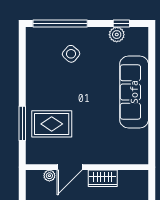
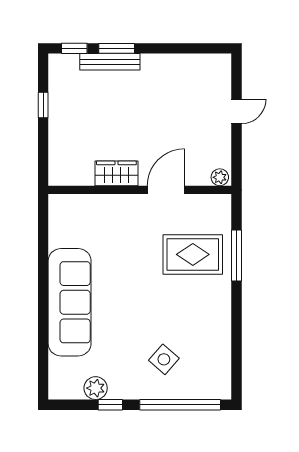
window: (121, 23) -> (110, 405), moved
plant: (49, 176) -> (220, 177), moved

